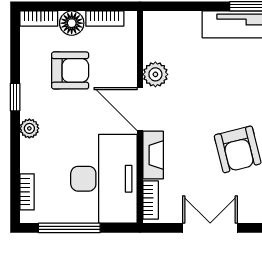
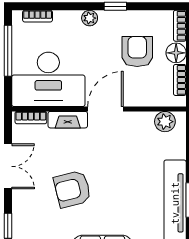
armchair: (70, 70) -> (137, 52), turned 180
plant: (155, 74) -> (165, 122), moved

